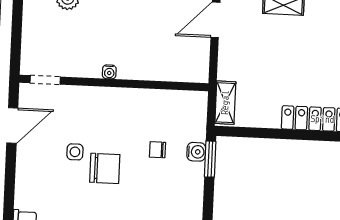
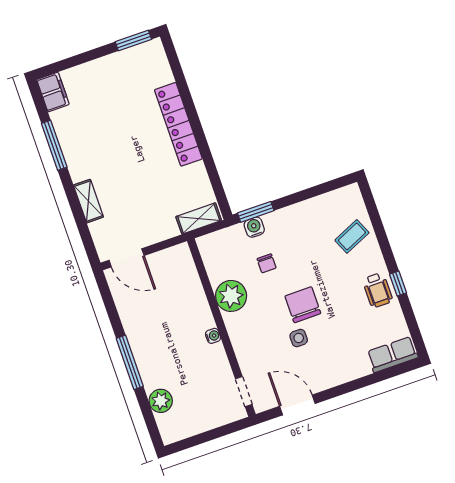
plant: (140, 104) -> (231, 296), added

